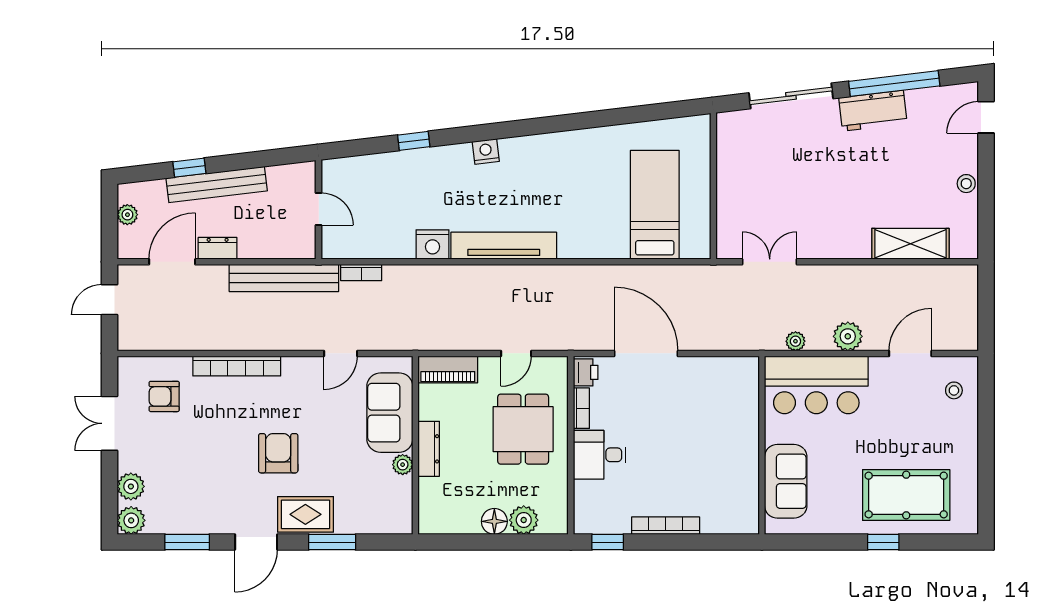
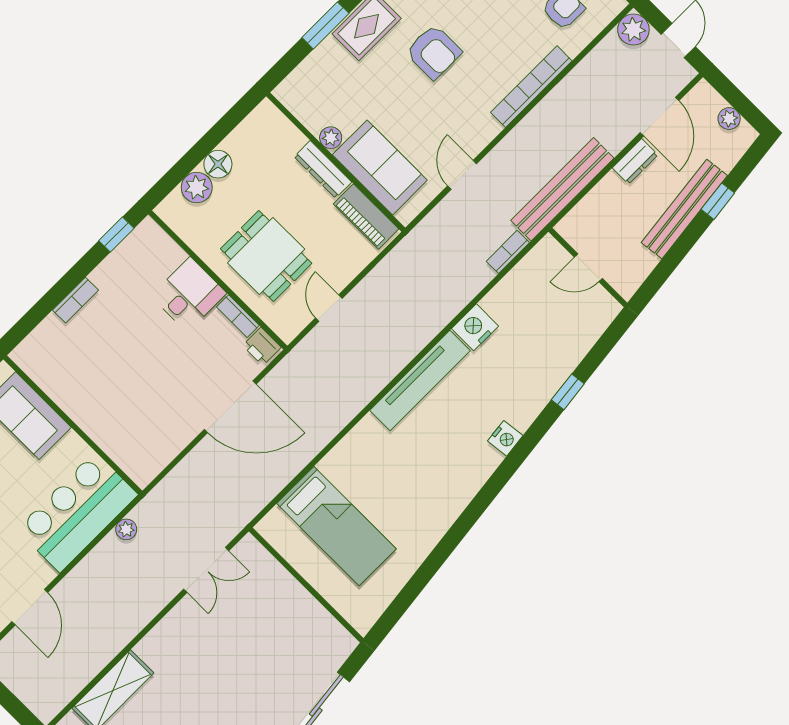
plant: (848, 336) -> (633, 30), moved
piano: (448, 369) -> (366, 216), moved, turned -90
bookcase: (666, 526) -> (76, 300), width x0.64

